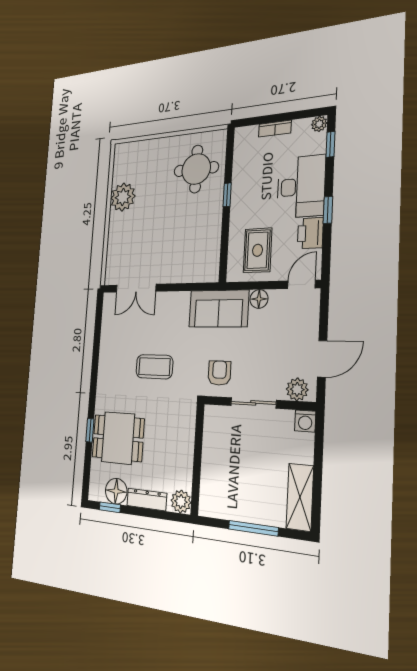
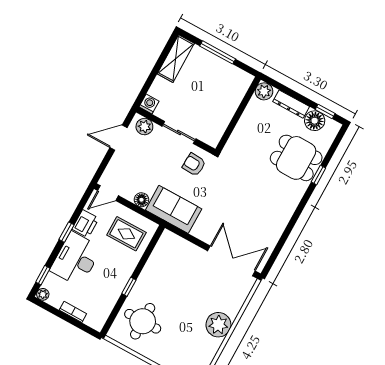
plant: (123, 197) -> (218, 325), moved
rug: (257, 250) -> (126, 234), turned 90
double door: (136, 288) -> (231, 261), width x1.37
coffee table: (154, 367) -> (243, 195), removed
armchair: (219, 373) -> (194, 165), turned 93

